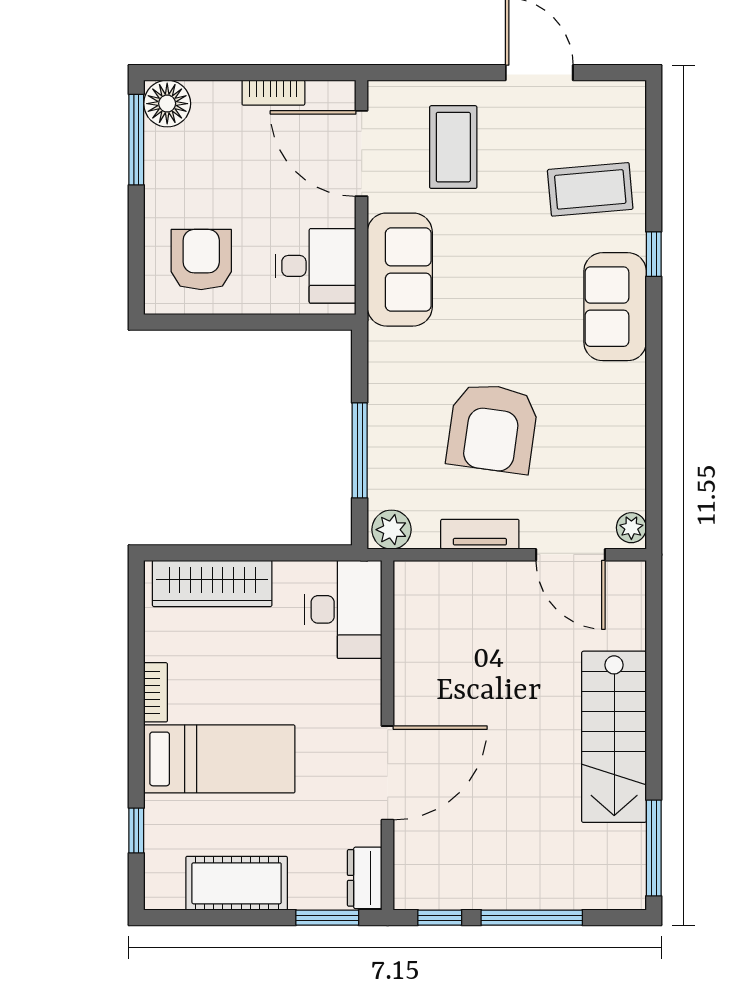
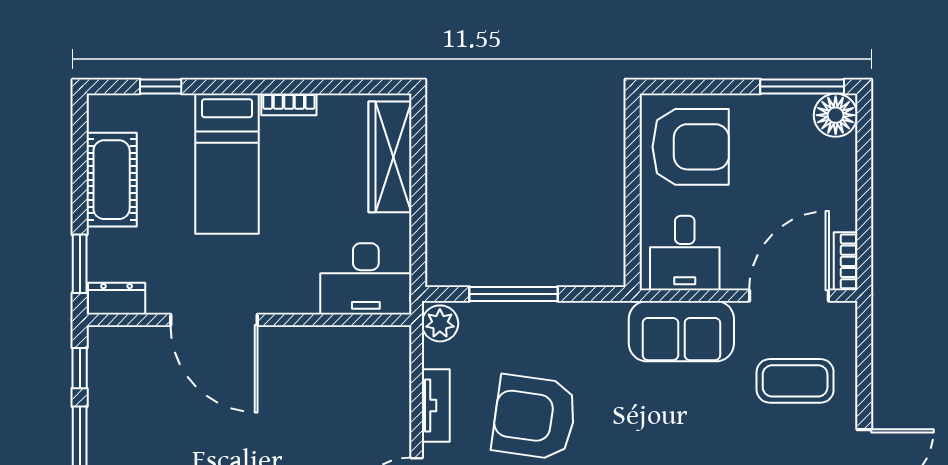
bookcase: (273, 93) -> (846, 261), moved
armchair: (201, 260) -> (691, 147), width x1.36, depth x1.36

